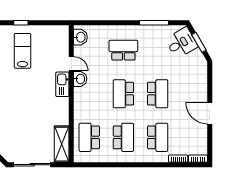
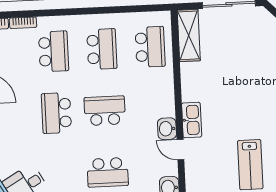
school desk: (123, 94) -> (105, 111), turned -90
school desk: (123, 137) -> (102, 49), turned 180
school desk: (158, 137) -> (54, 51), turned 180

